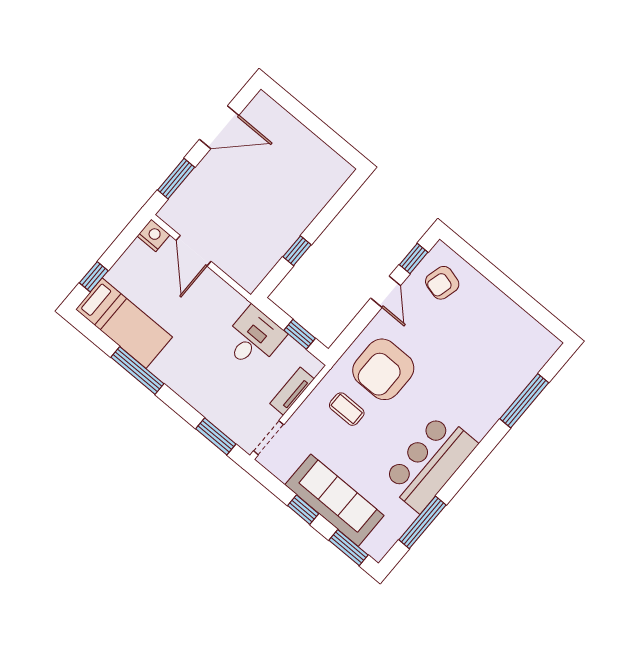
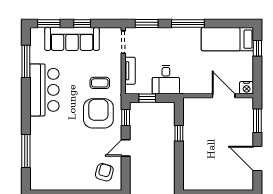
door: (219, 127) -> (257, 159), hinge flipped
window: (414, 259) -> (126, 118), moved
door: (386, 292) -> (126, 148), hinge flipped
window: (137, 370) -> (188, 24), moved

